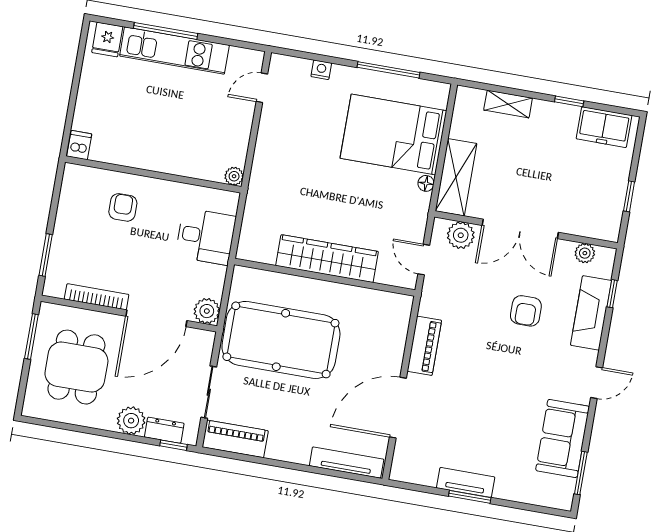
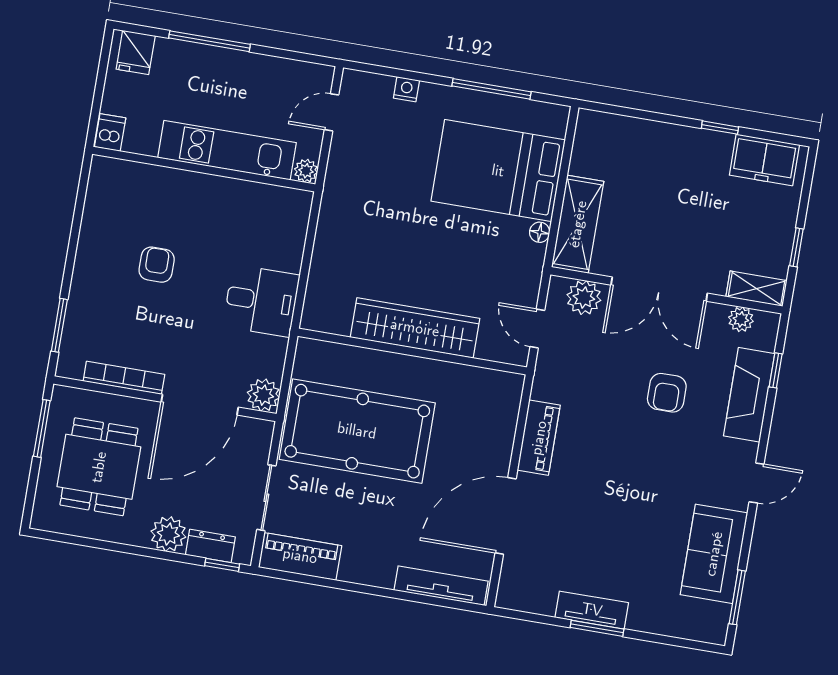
kitchen unit: (174, 51) -> (227, 150), moved, turned 180
shelving: (508, 104) -> (756, 289), moved
dishwasher: (79, 145) -> (110, 132), moved
wall: (153, 174) -> (204, 169), moved
plant: (234, 176) -> (306, 171), moved

